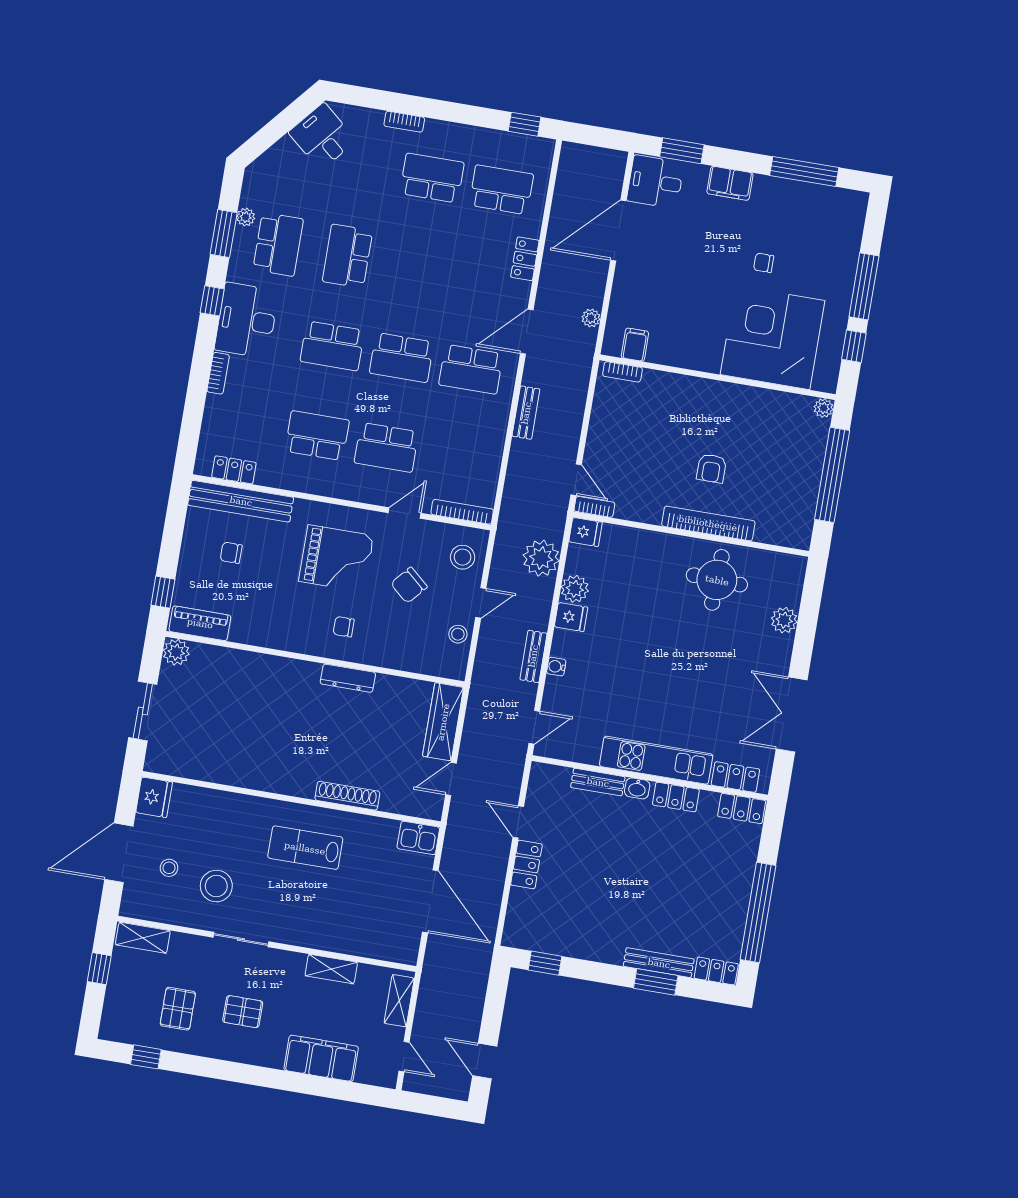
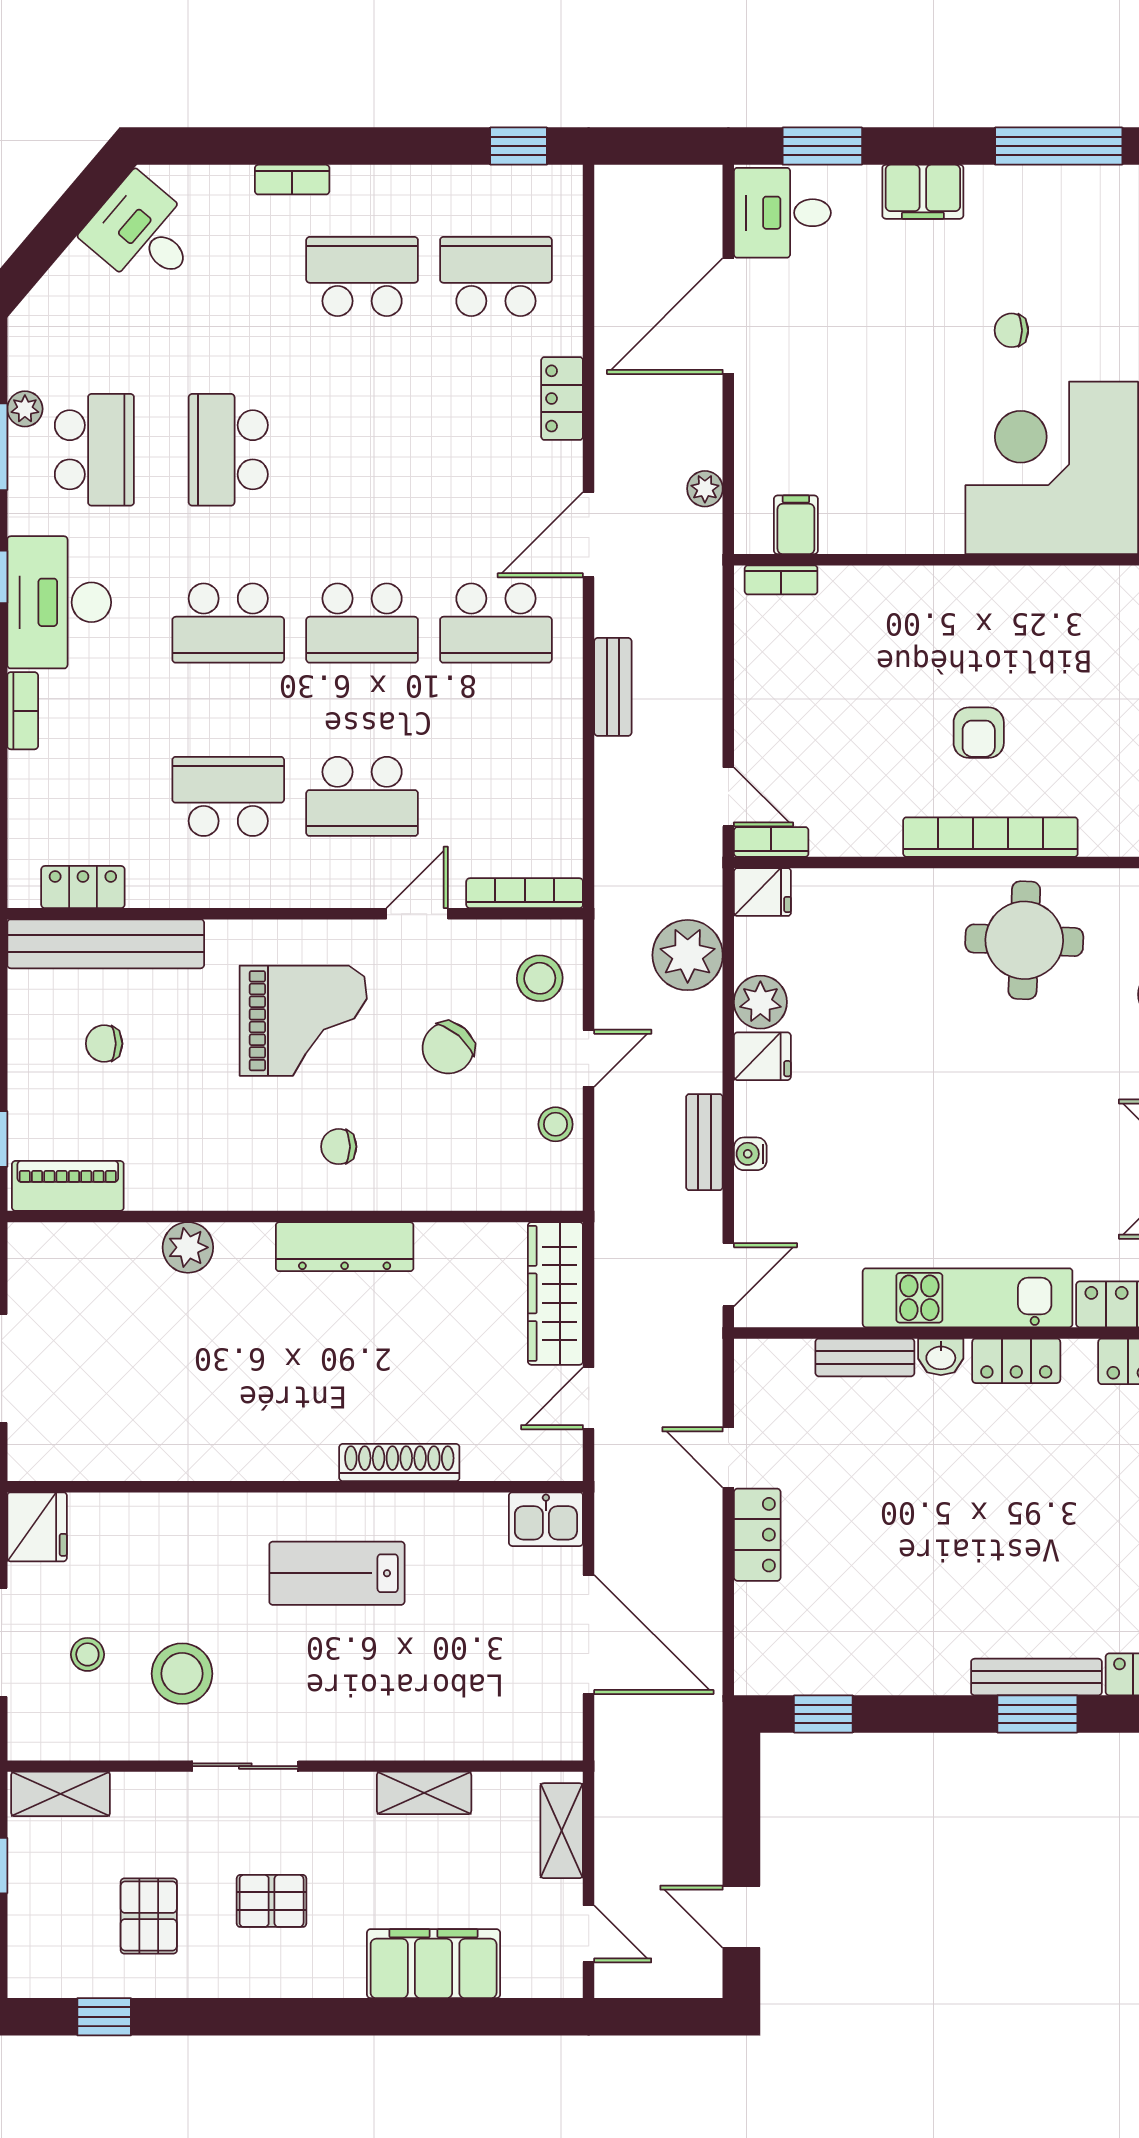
plant: (176, 652) -> (188, 1247), moved
dresser: (348, 678) -> (345, 1247), width x1.37, depth x1.24

